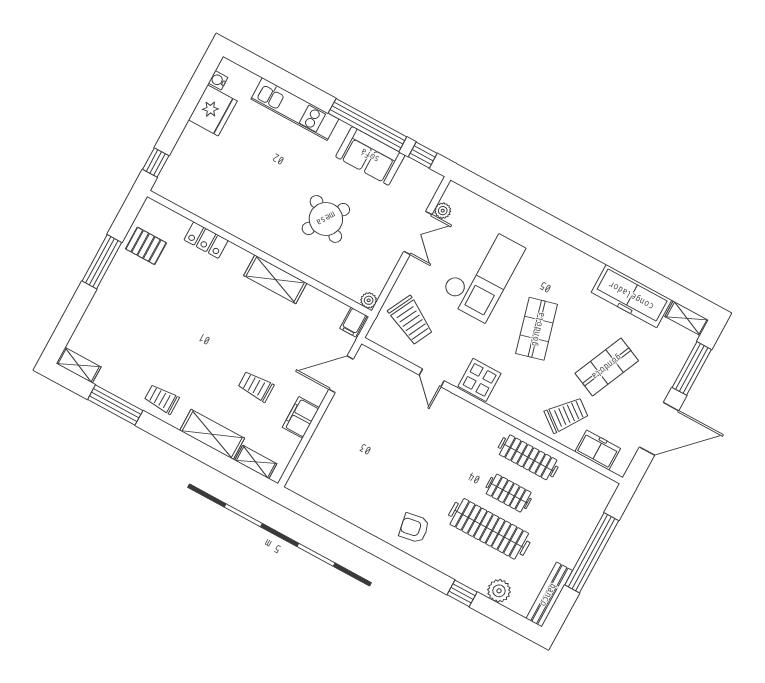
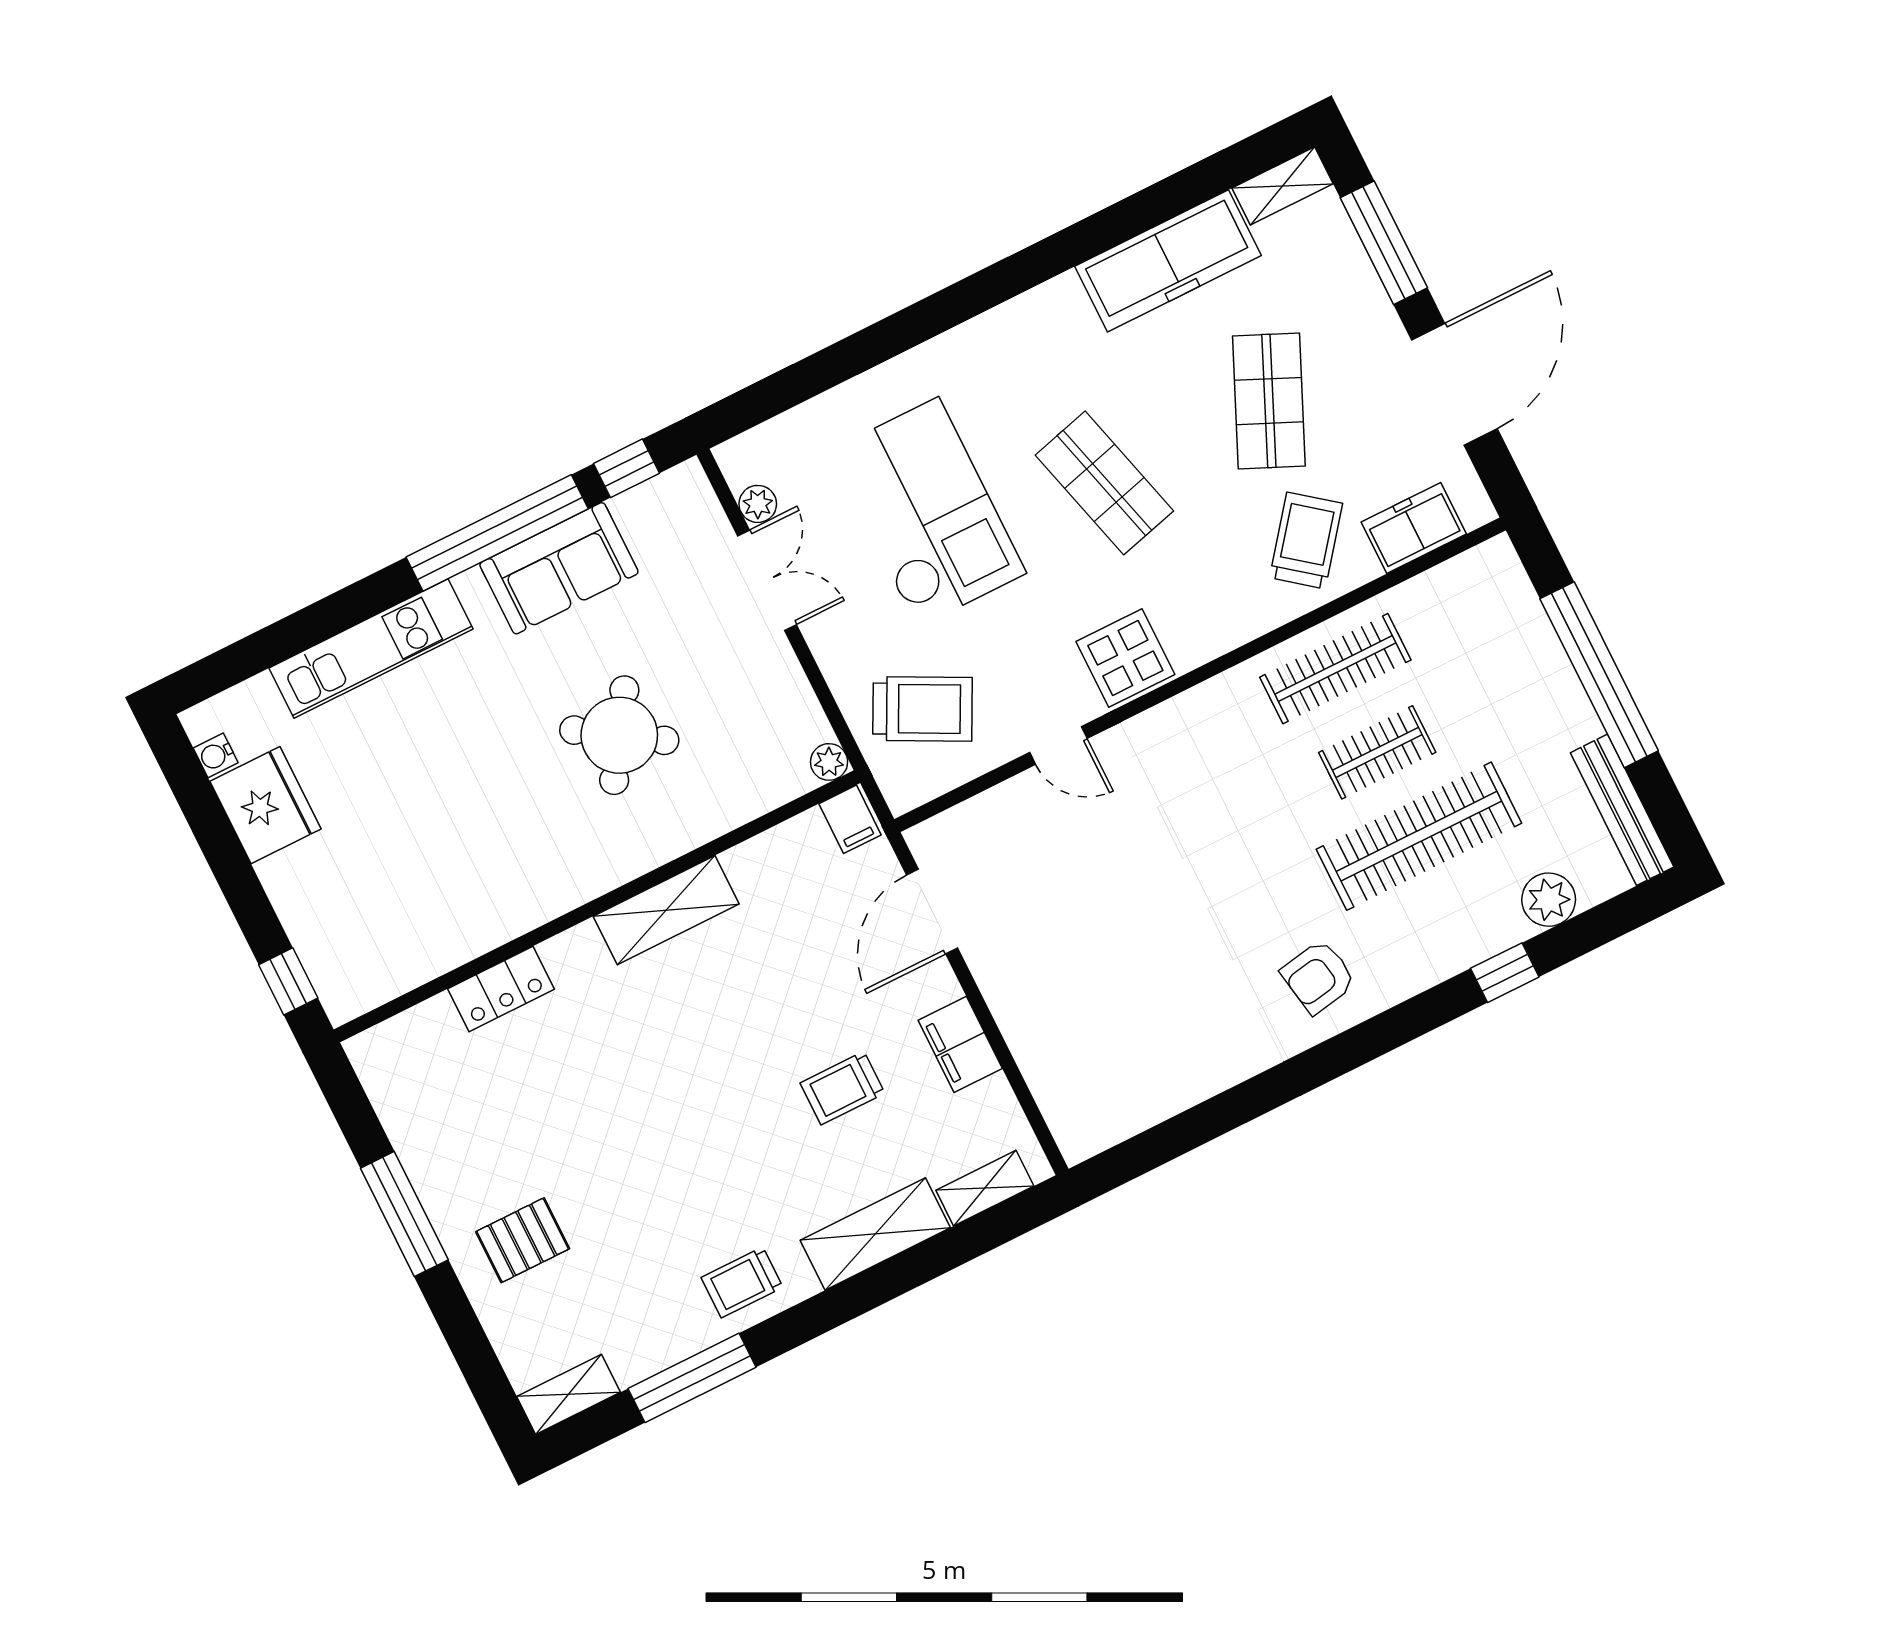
pallet: (146, 246) -> (523, 1240), moved

